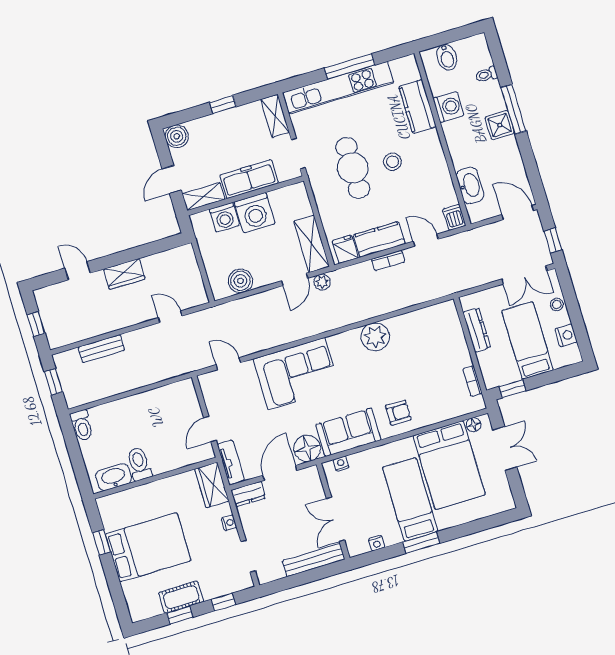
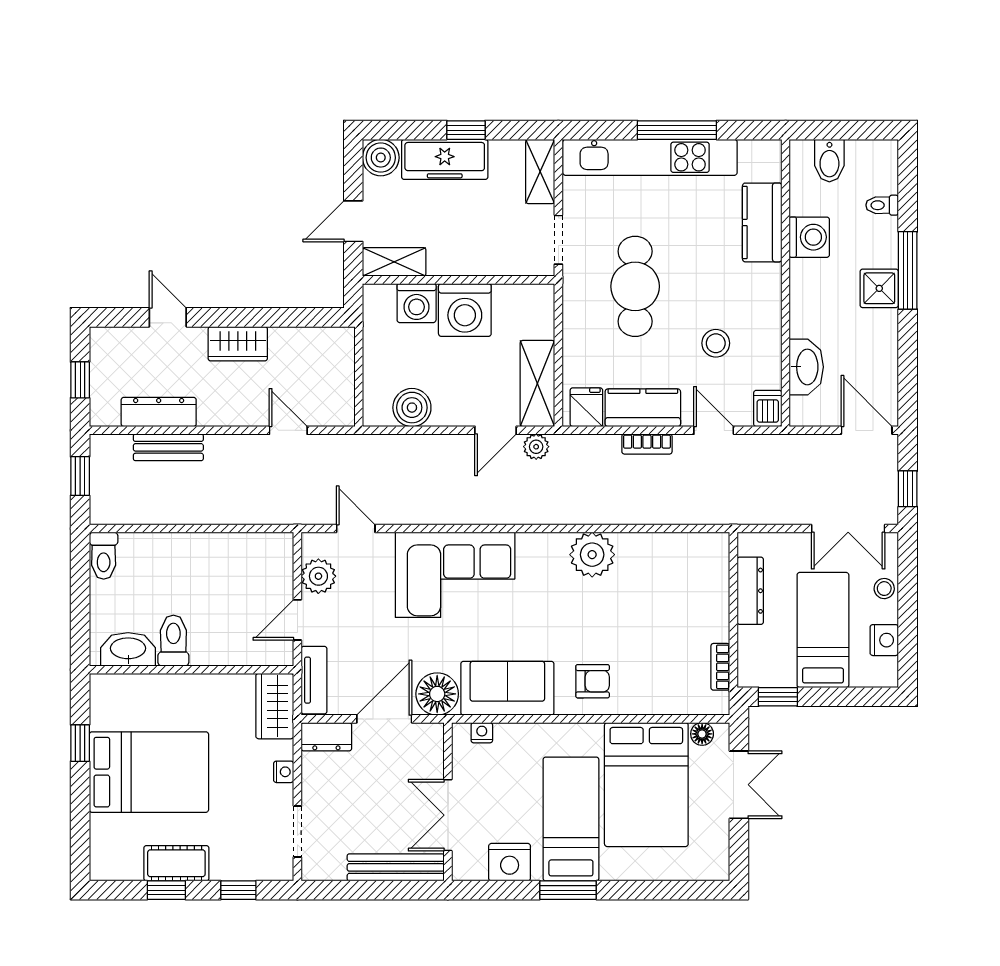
stool: (393, 162) -> (716, 343), moved
freezer: (249, 179) -> (445, 159), moved, turned 180
dresser: (89, 329) -> (159, 412), added
plant: (215, 399) -> (318, 576), added
nightstand: (377, 543) -> (510, 862), width x1.89, depth x1.79

